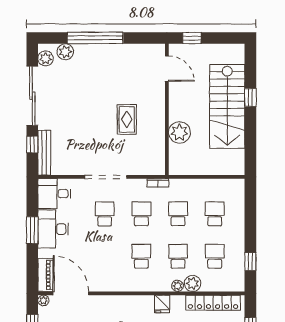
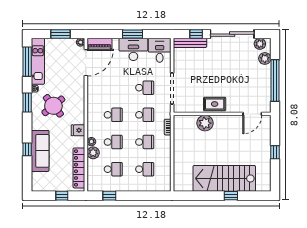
door: (167, 69) -> (252, 114), moved
wall: (167, 109) -> (222, 114), moved
plant: (179, 132) -> (205, 123), moved

